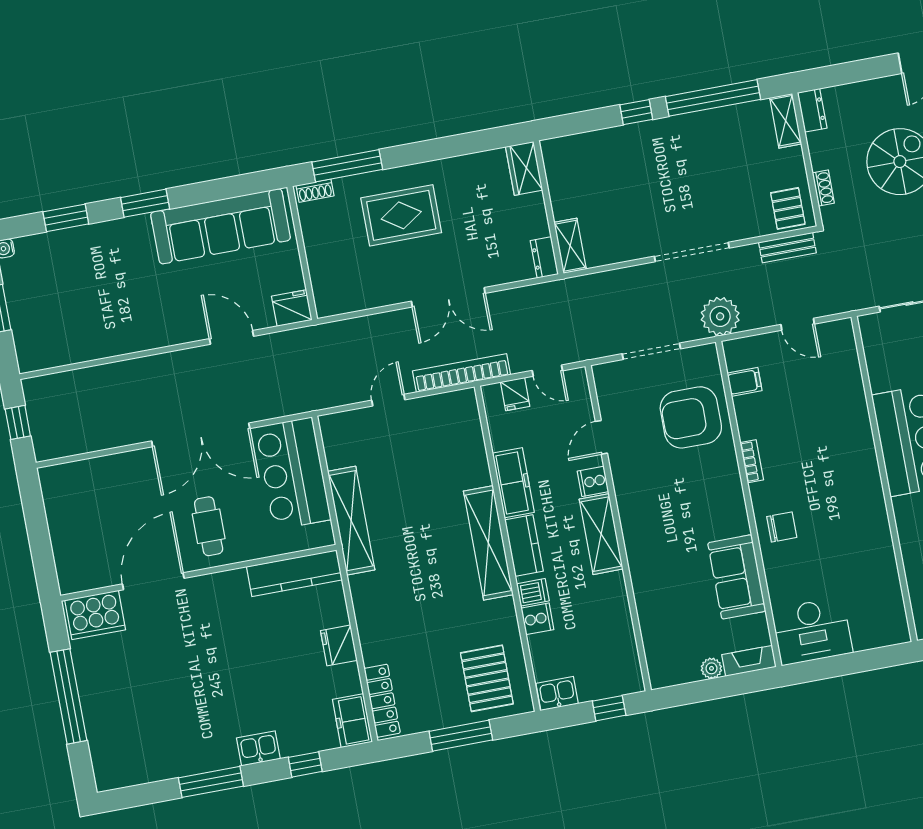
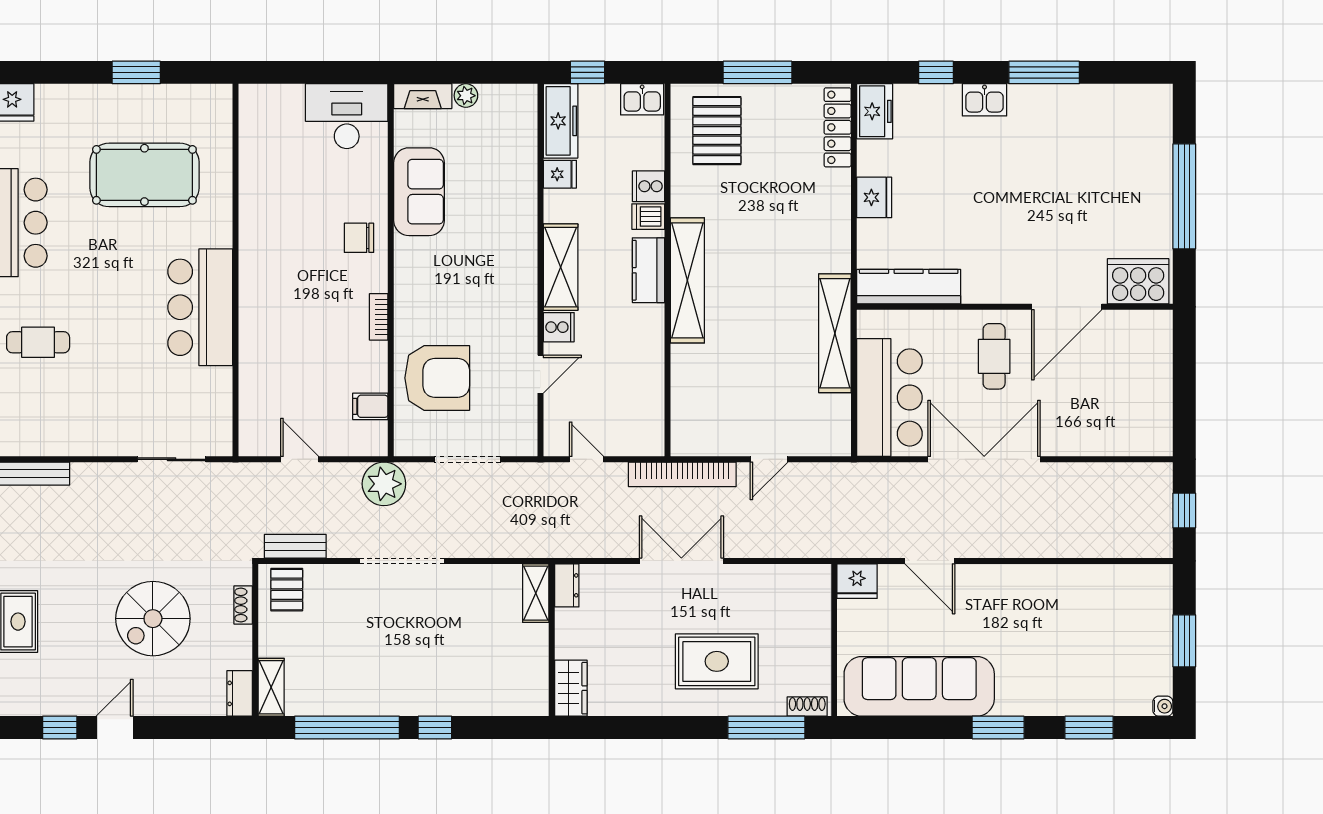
fridge: (515, 394) -> (560, 174), moved, turned 90
freezer: (513, 483) -> (561, 121), moved, turned 180

